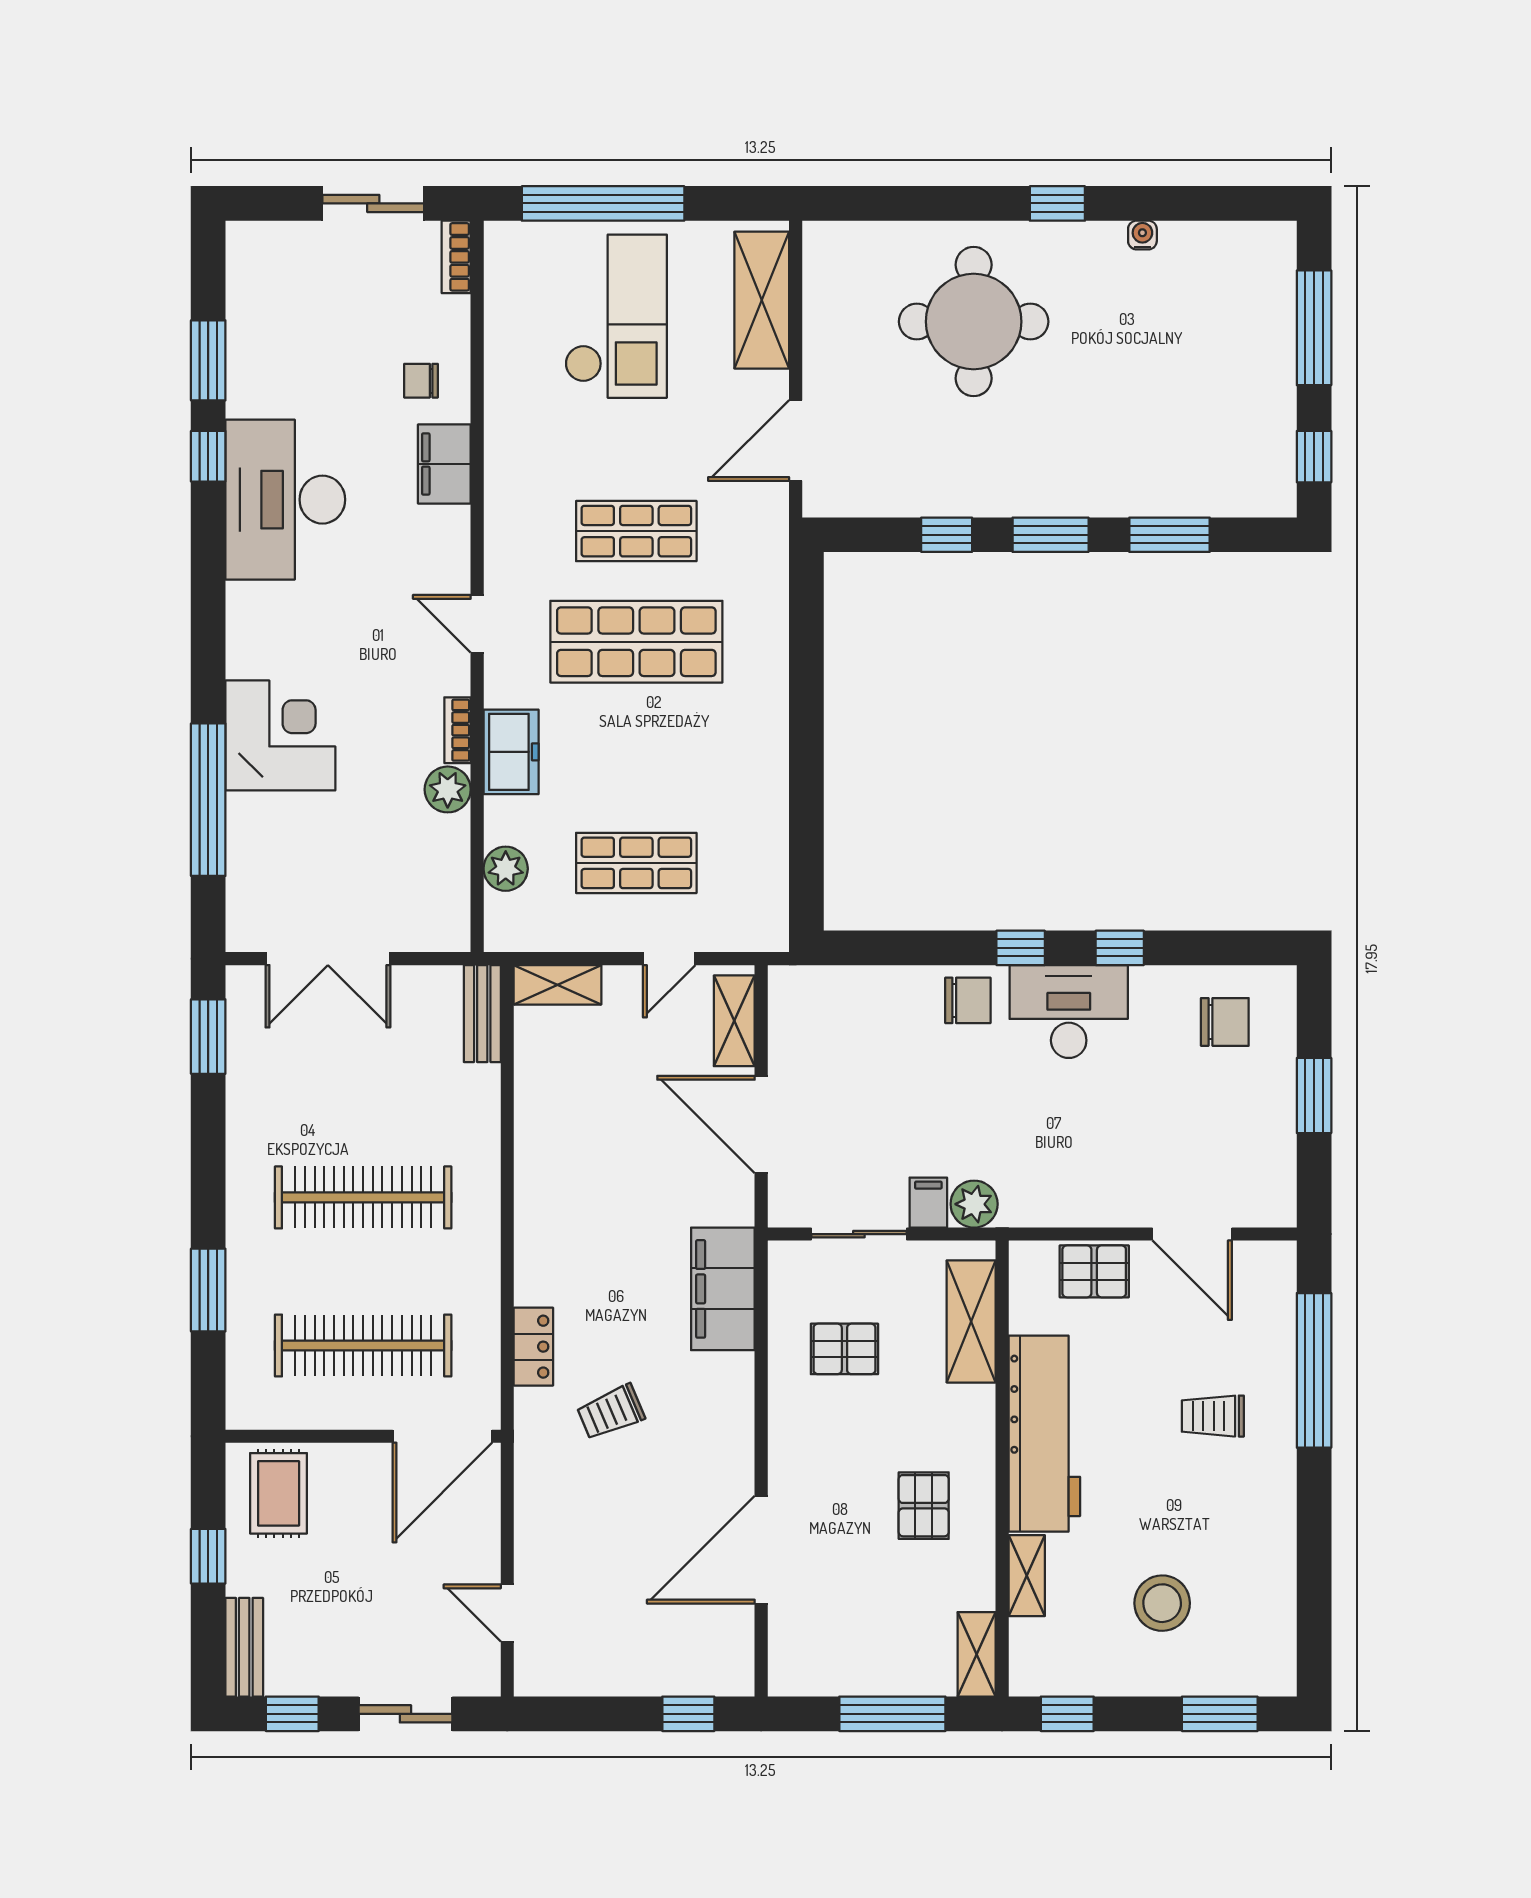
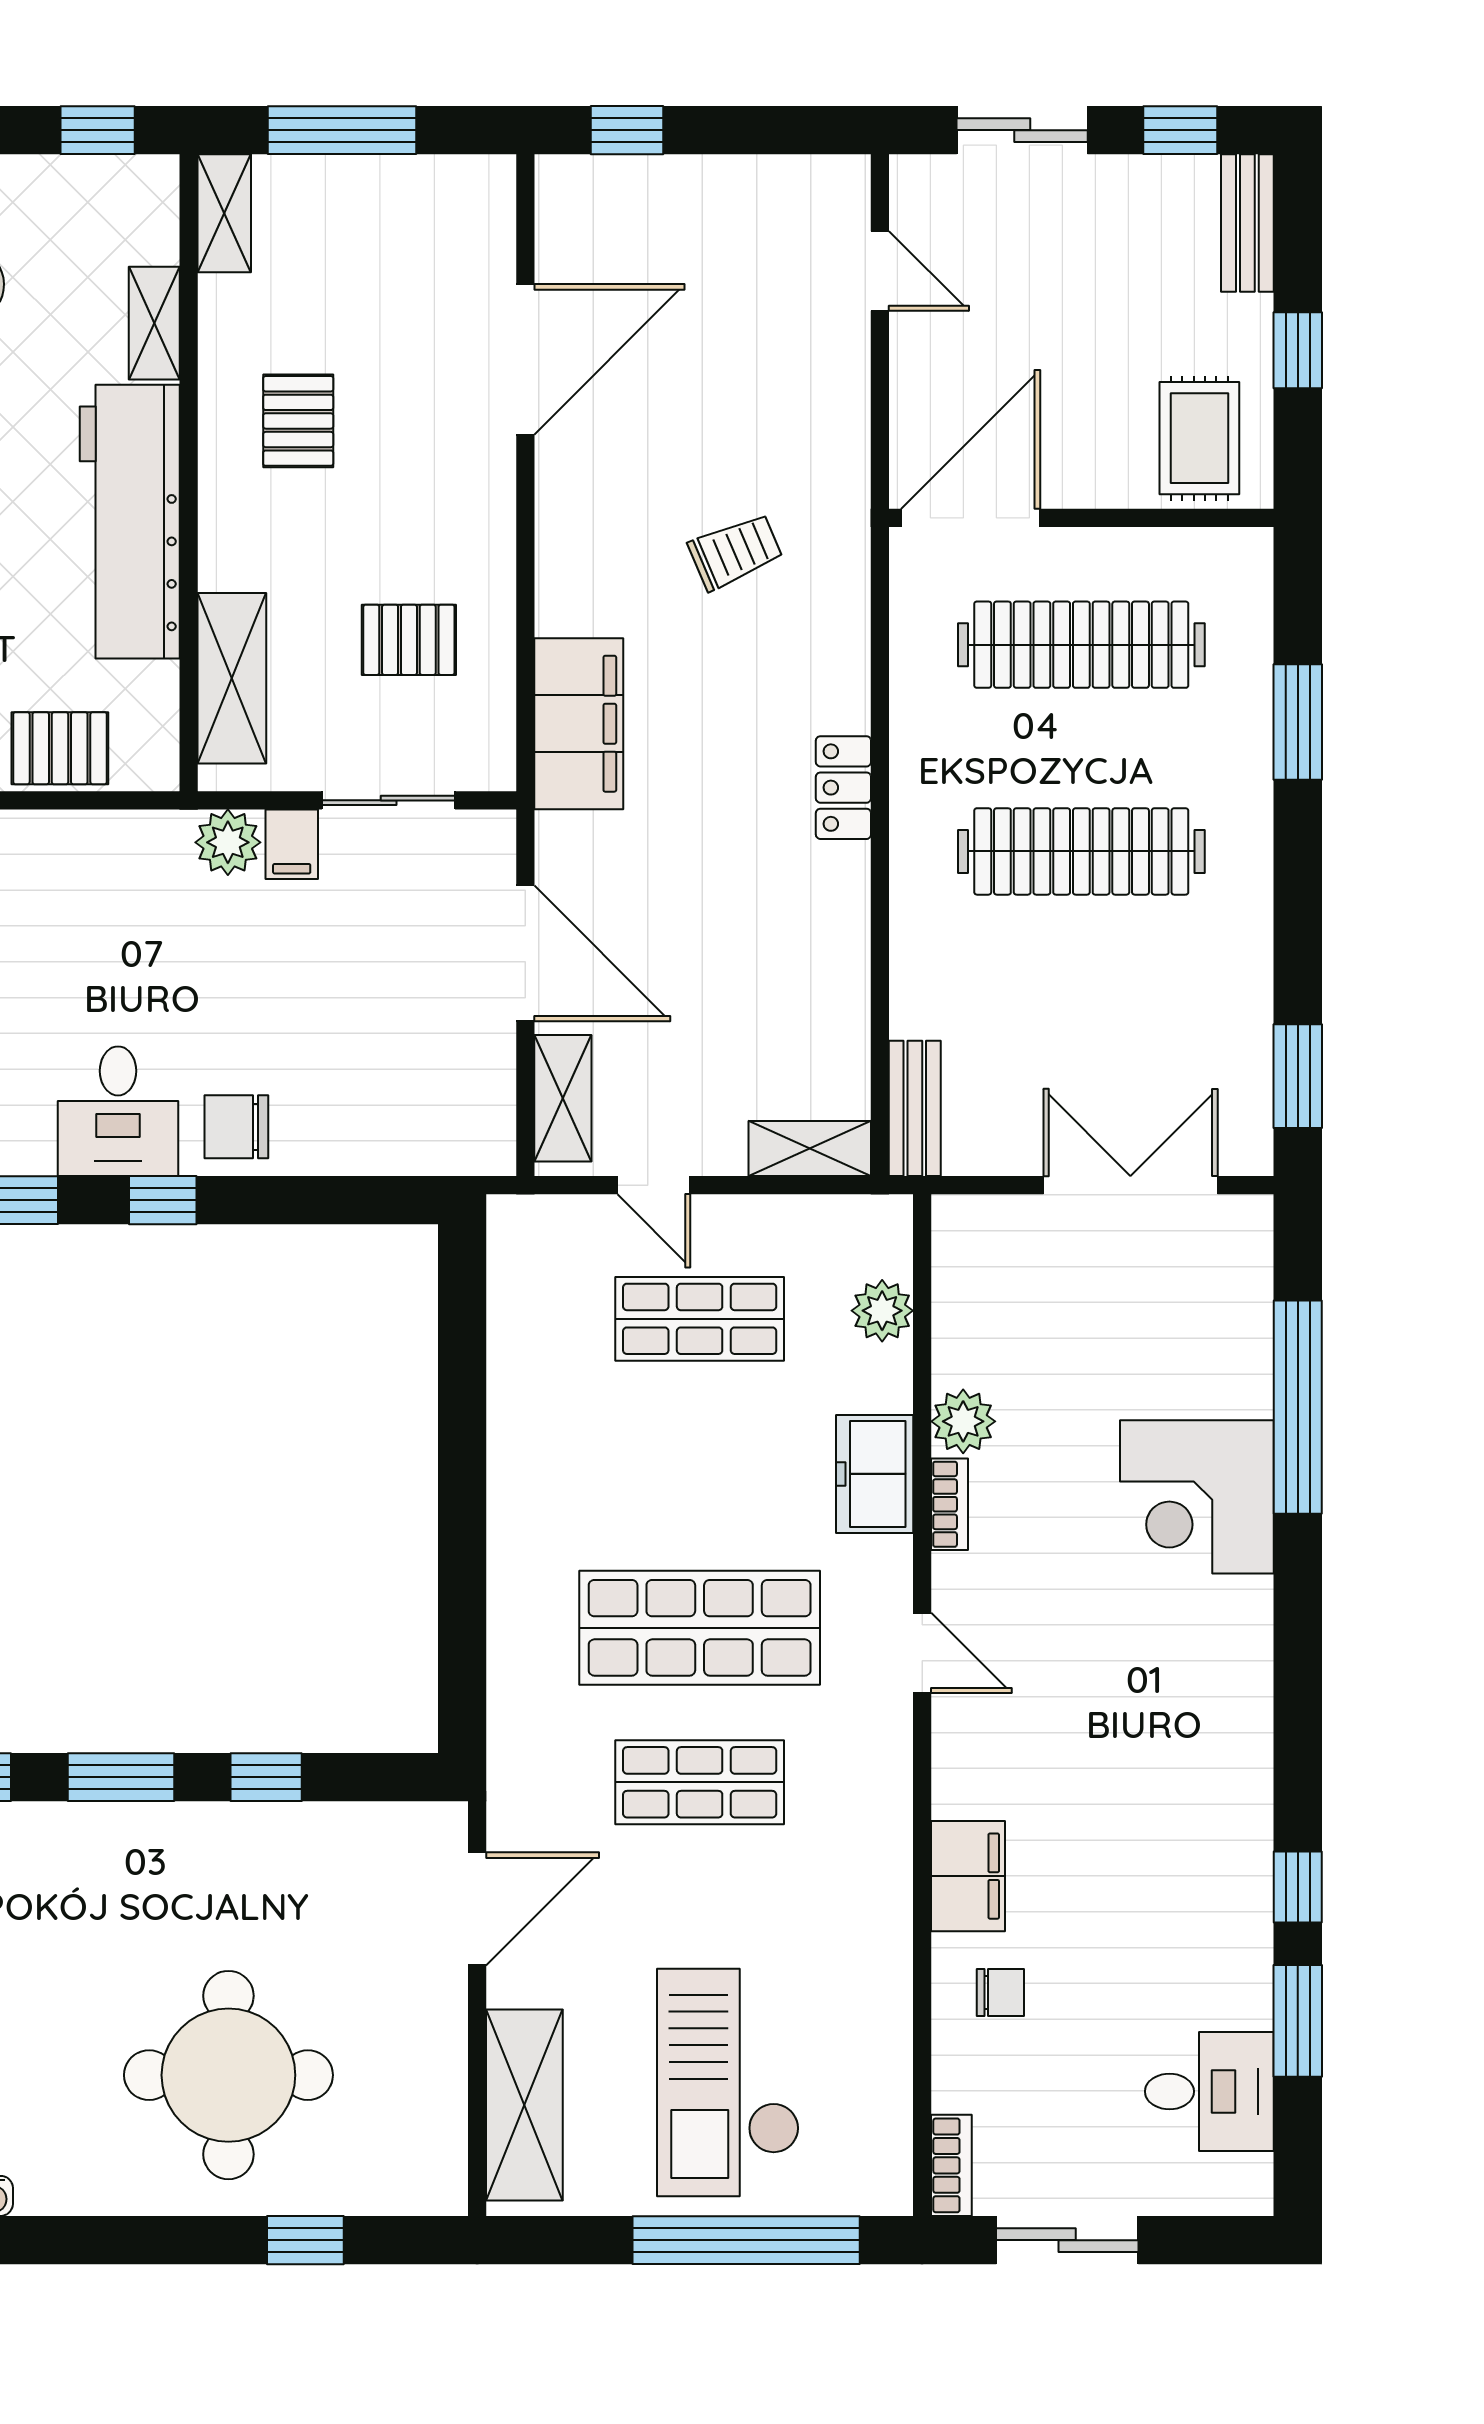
window: (1057, 203) -> (305, 2240), moved
desk: (285, 500) -> (1209, 2091), moved, width x0.53, depth x0.77
door: (669, 959) -> (654, 1185), swing flipped
desk: (1069, 1012) -> (118, 1111), width x0.73
locker: (533, 1347) -> (843, 788), moved

